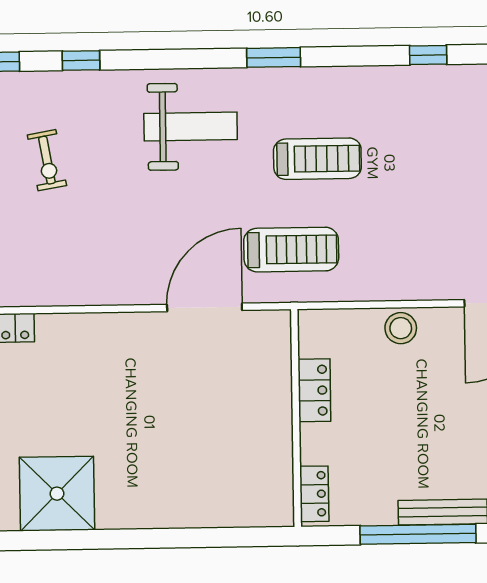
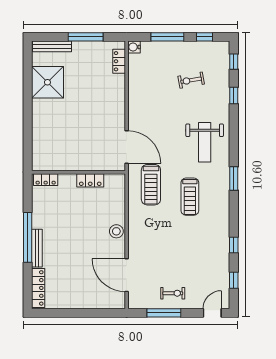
locker: (314, 390) -> (90, 180), moved
wall: (296, 418) -> (78, 172), moved
locker: (314, 494) -> (46, 180), moved

